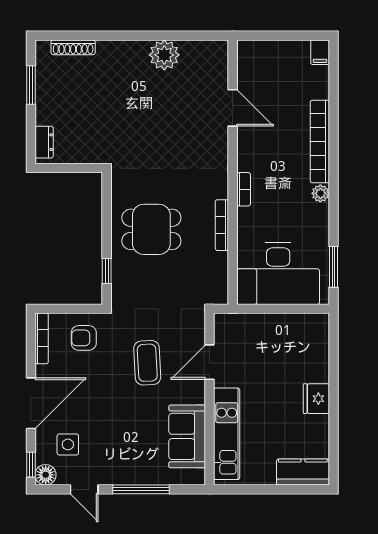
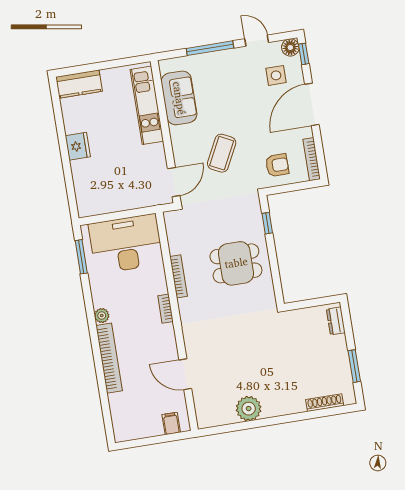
filing cabinet: (320, 52) -> (171, 423), moved
door: (210, 362) -> (174, 182), moved
coffee table: (147, 363) -> (222, 153), turned 30

